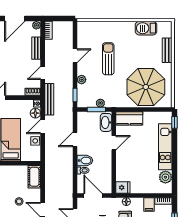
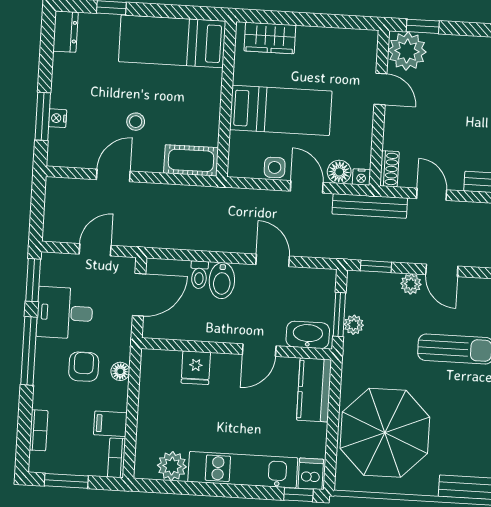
door: (75, 56) -> (442, 270), moved
dishwasher: (165, 118) -> (311, 474), added
door: (114, 143) -> (259, 350), hinge flipped
fridge: (123, 187) -> (196, 368), moved

